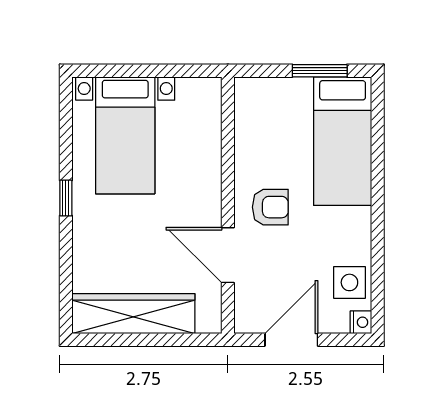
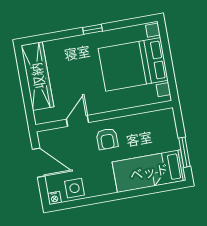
bed with nightstands: (125, 135) -> (133, 64), width x1.36
door: (228, 255) -> (77, 121), width x0.73

